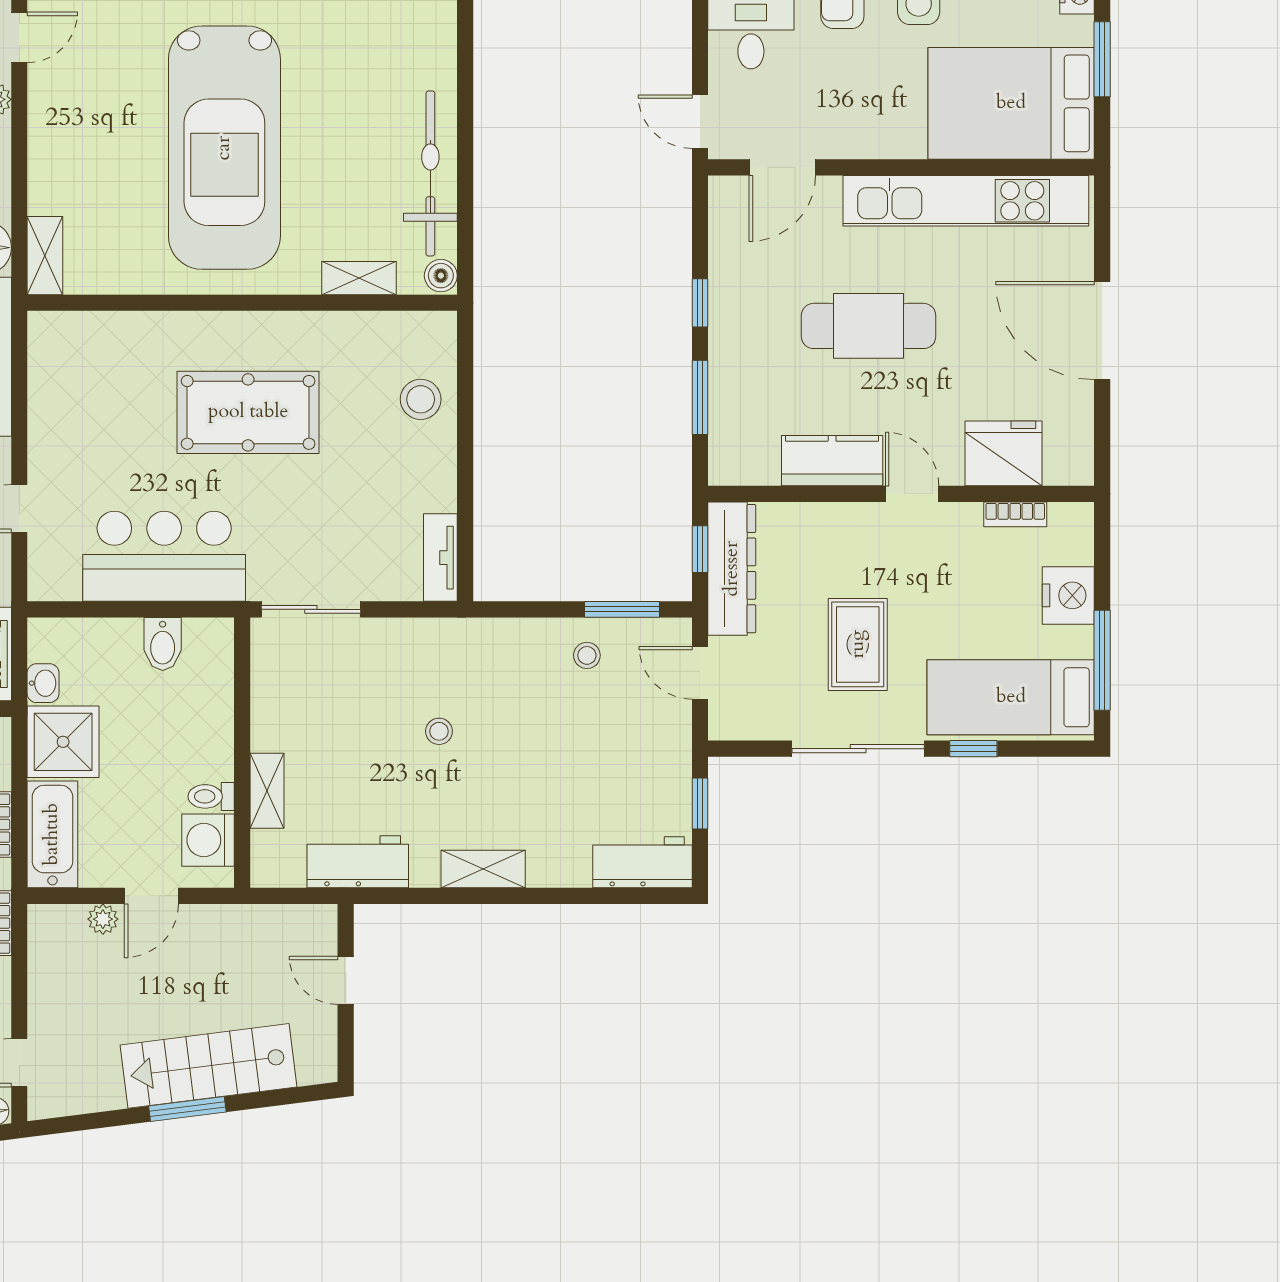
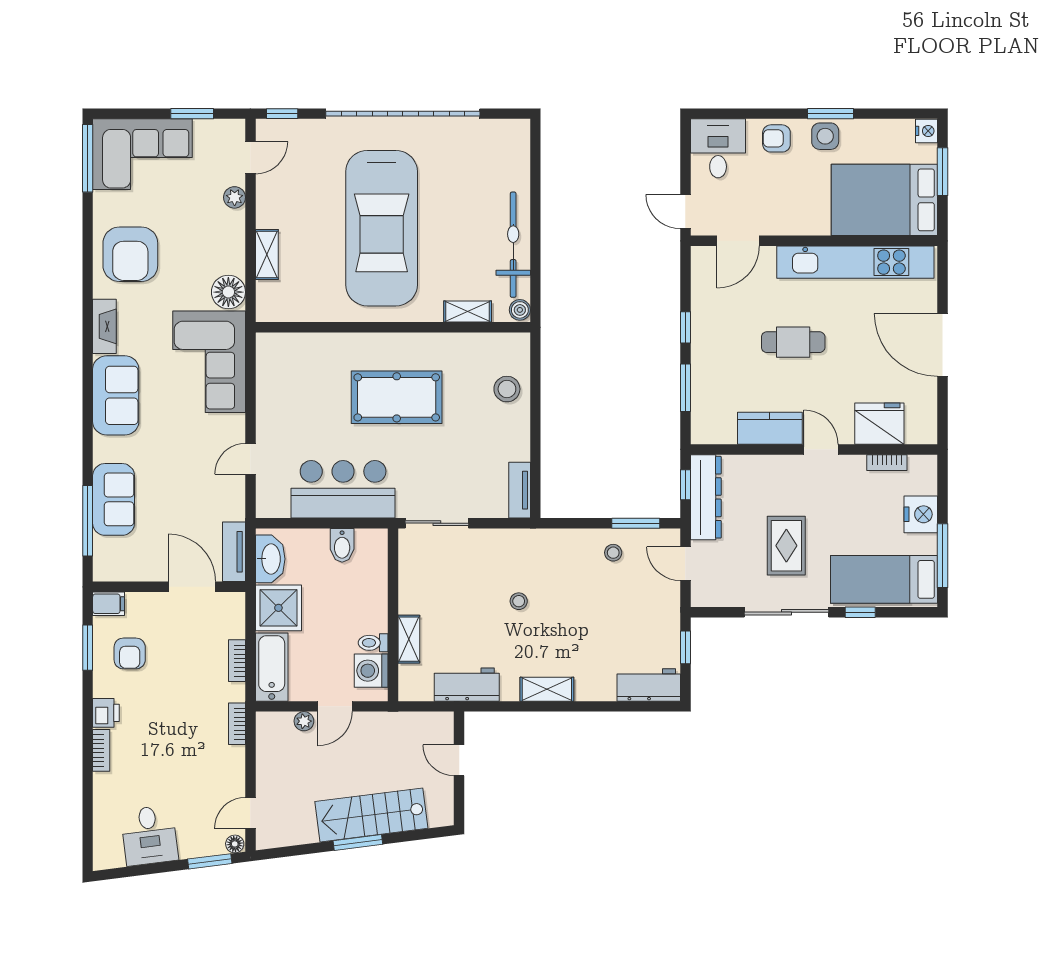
shelving: (45, 256) -> (267, 254), moved
cafe table: (869, 326) -> (793, 342), width x0.73, depth x0.74
washbasin: (43, 683) -> (270, 559), width x1.91, depth x1.45

